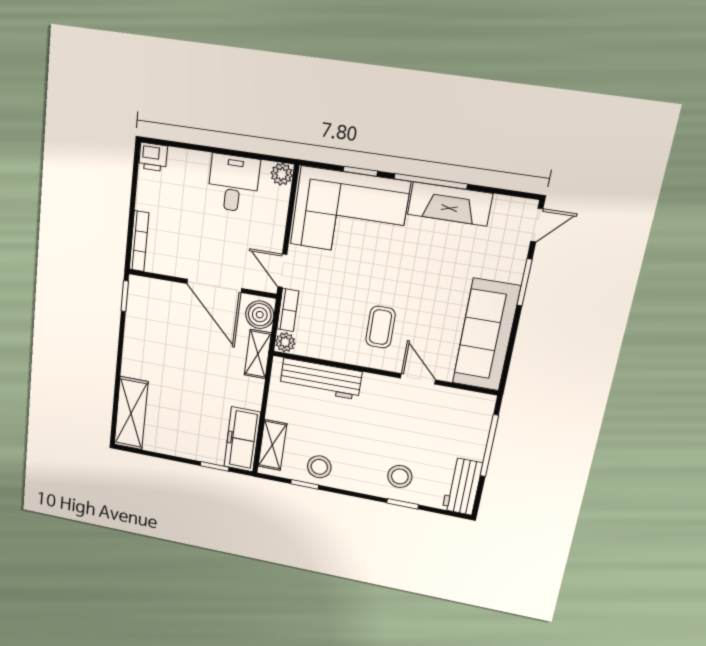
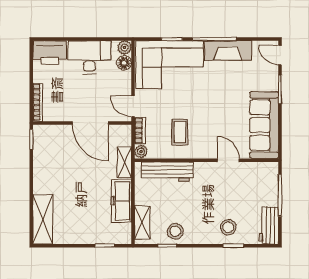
printer: (153, 157) -> (50, 52), width x1.87, depth x1.48
desk: (233, 183) -> (89, 57), width x1.37
floor lamp: (278, 199) -> (124, 63), added
door: (537, 225) -> (280, 55), swing flipped
boiler: (260, 315) -> (122, 137), removed
coffee table: (381, 327) -> (180, 132), moved
freezer: (242, 439) -> (121, 201), moved

